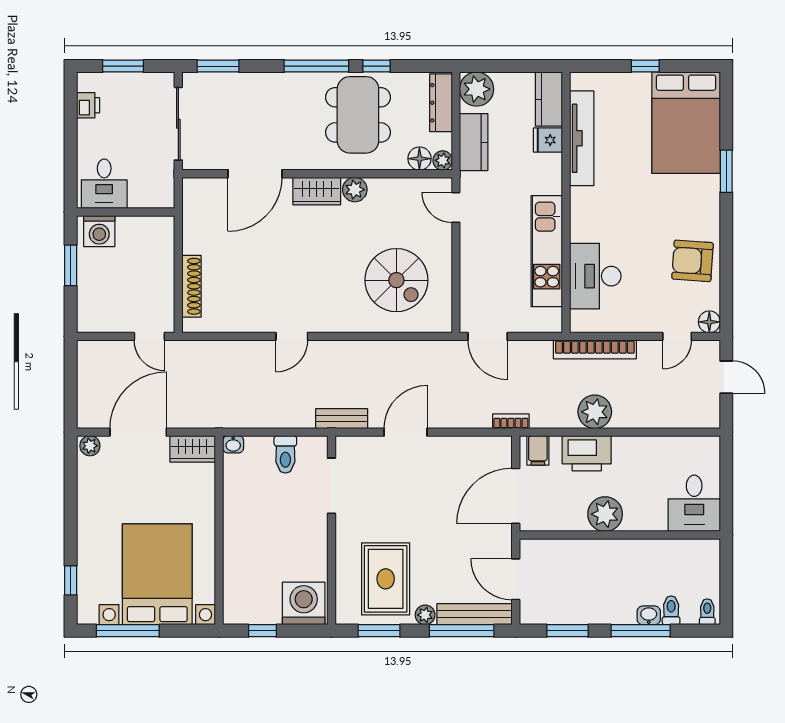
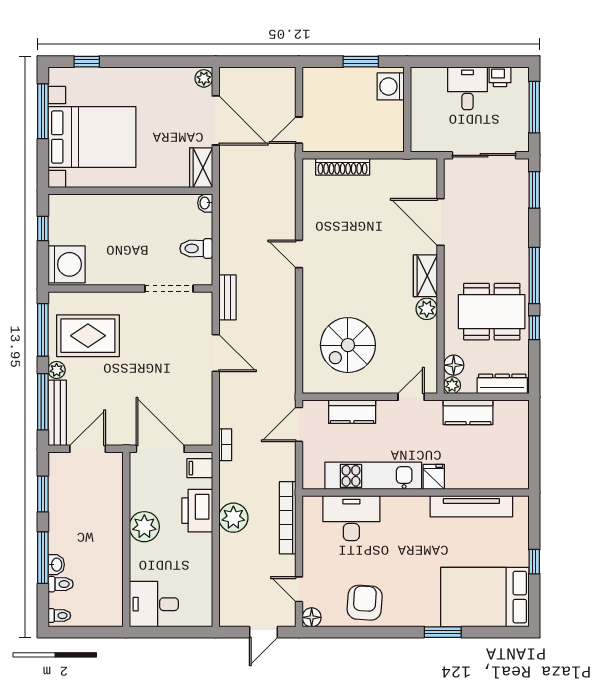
window: (123, 66) -> (534, 107), width x1.44
plant: (477, 89) -> (514, 415), removed
kitchen counter: (549, 99) -> (352, 412), moved, turned 180
fridge: (548, 140) -> (434, 477), moved
desk: (104, 184) -> (467, 88), moved, turned 90
window: (379, 631) -> (43, 330), width x1.44

